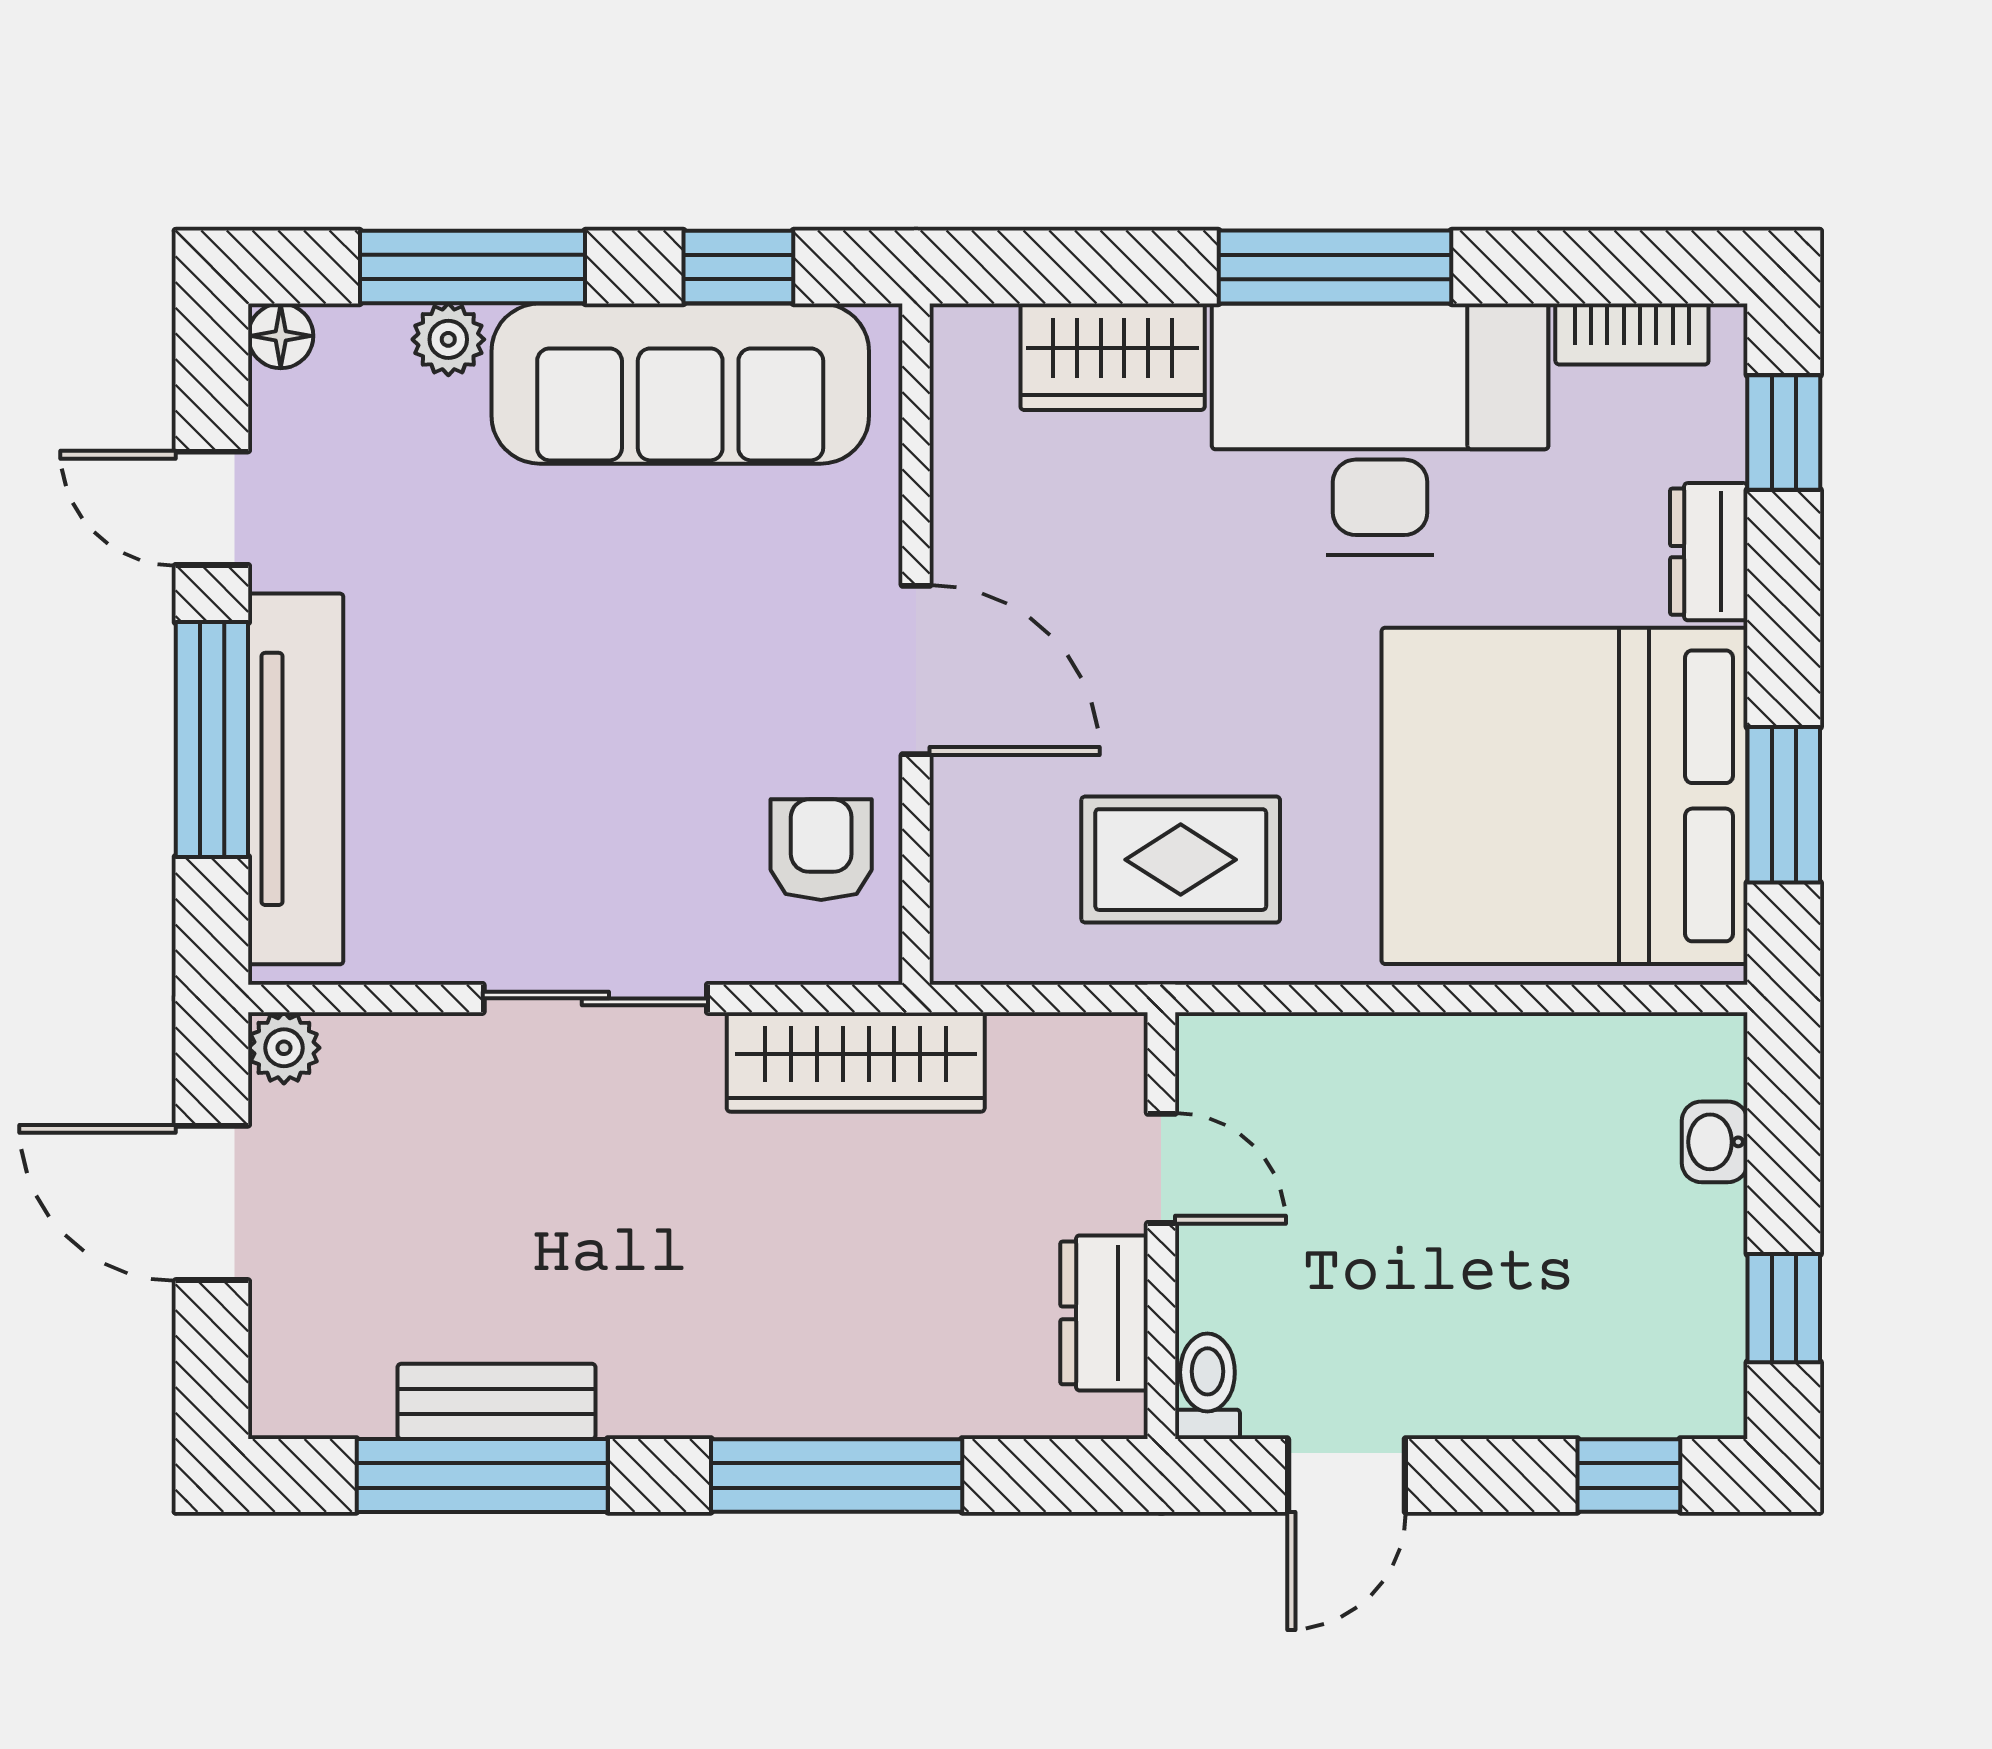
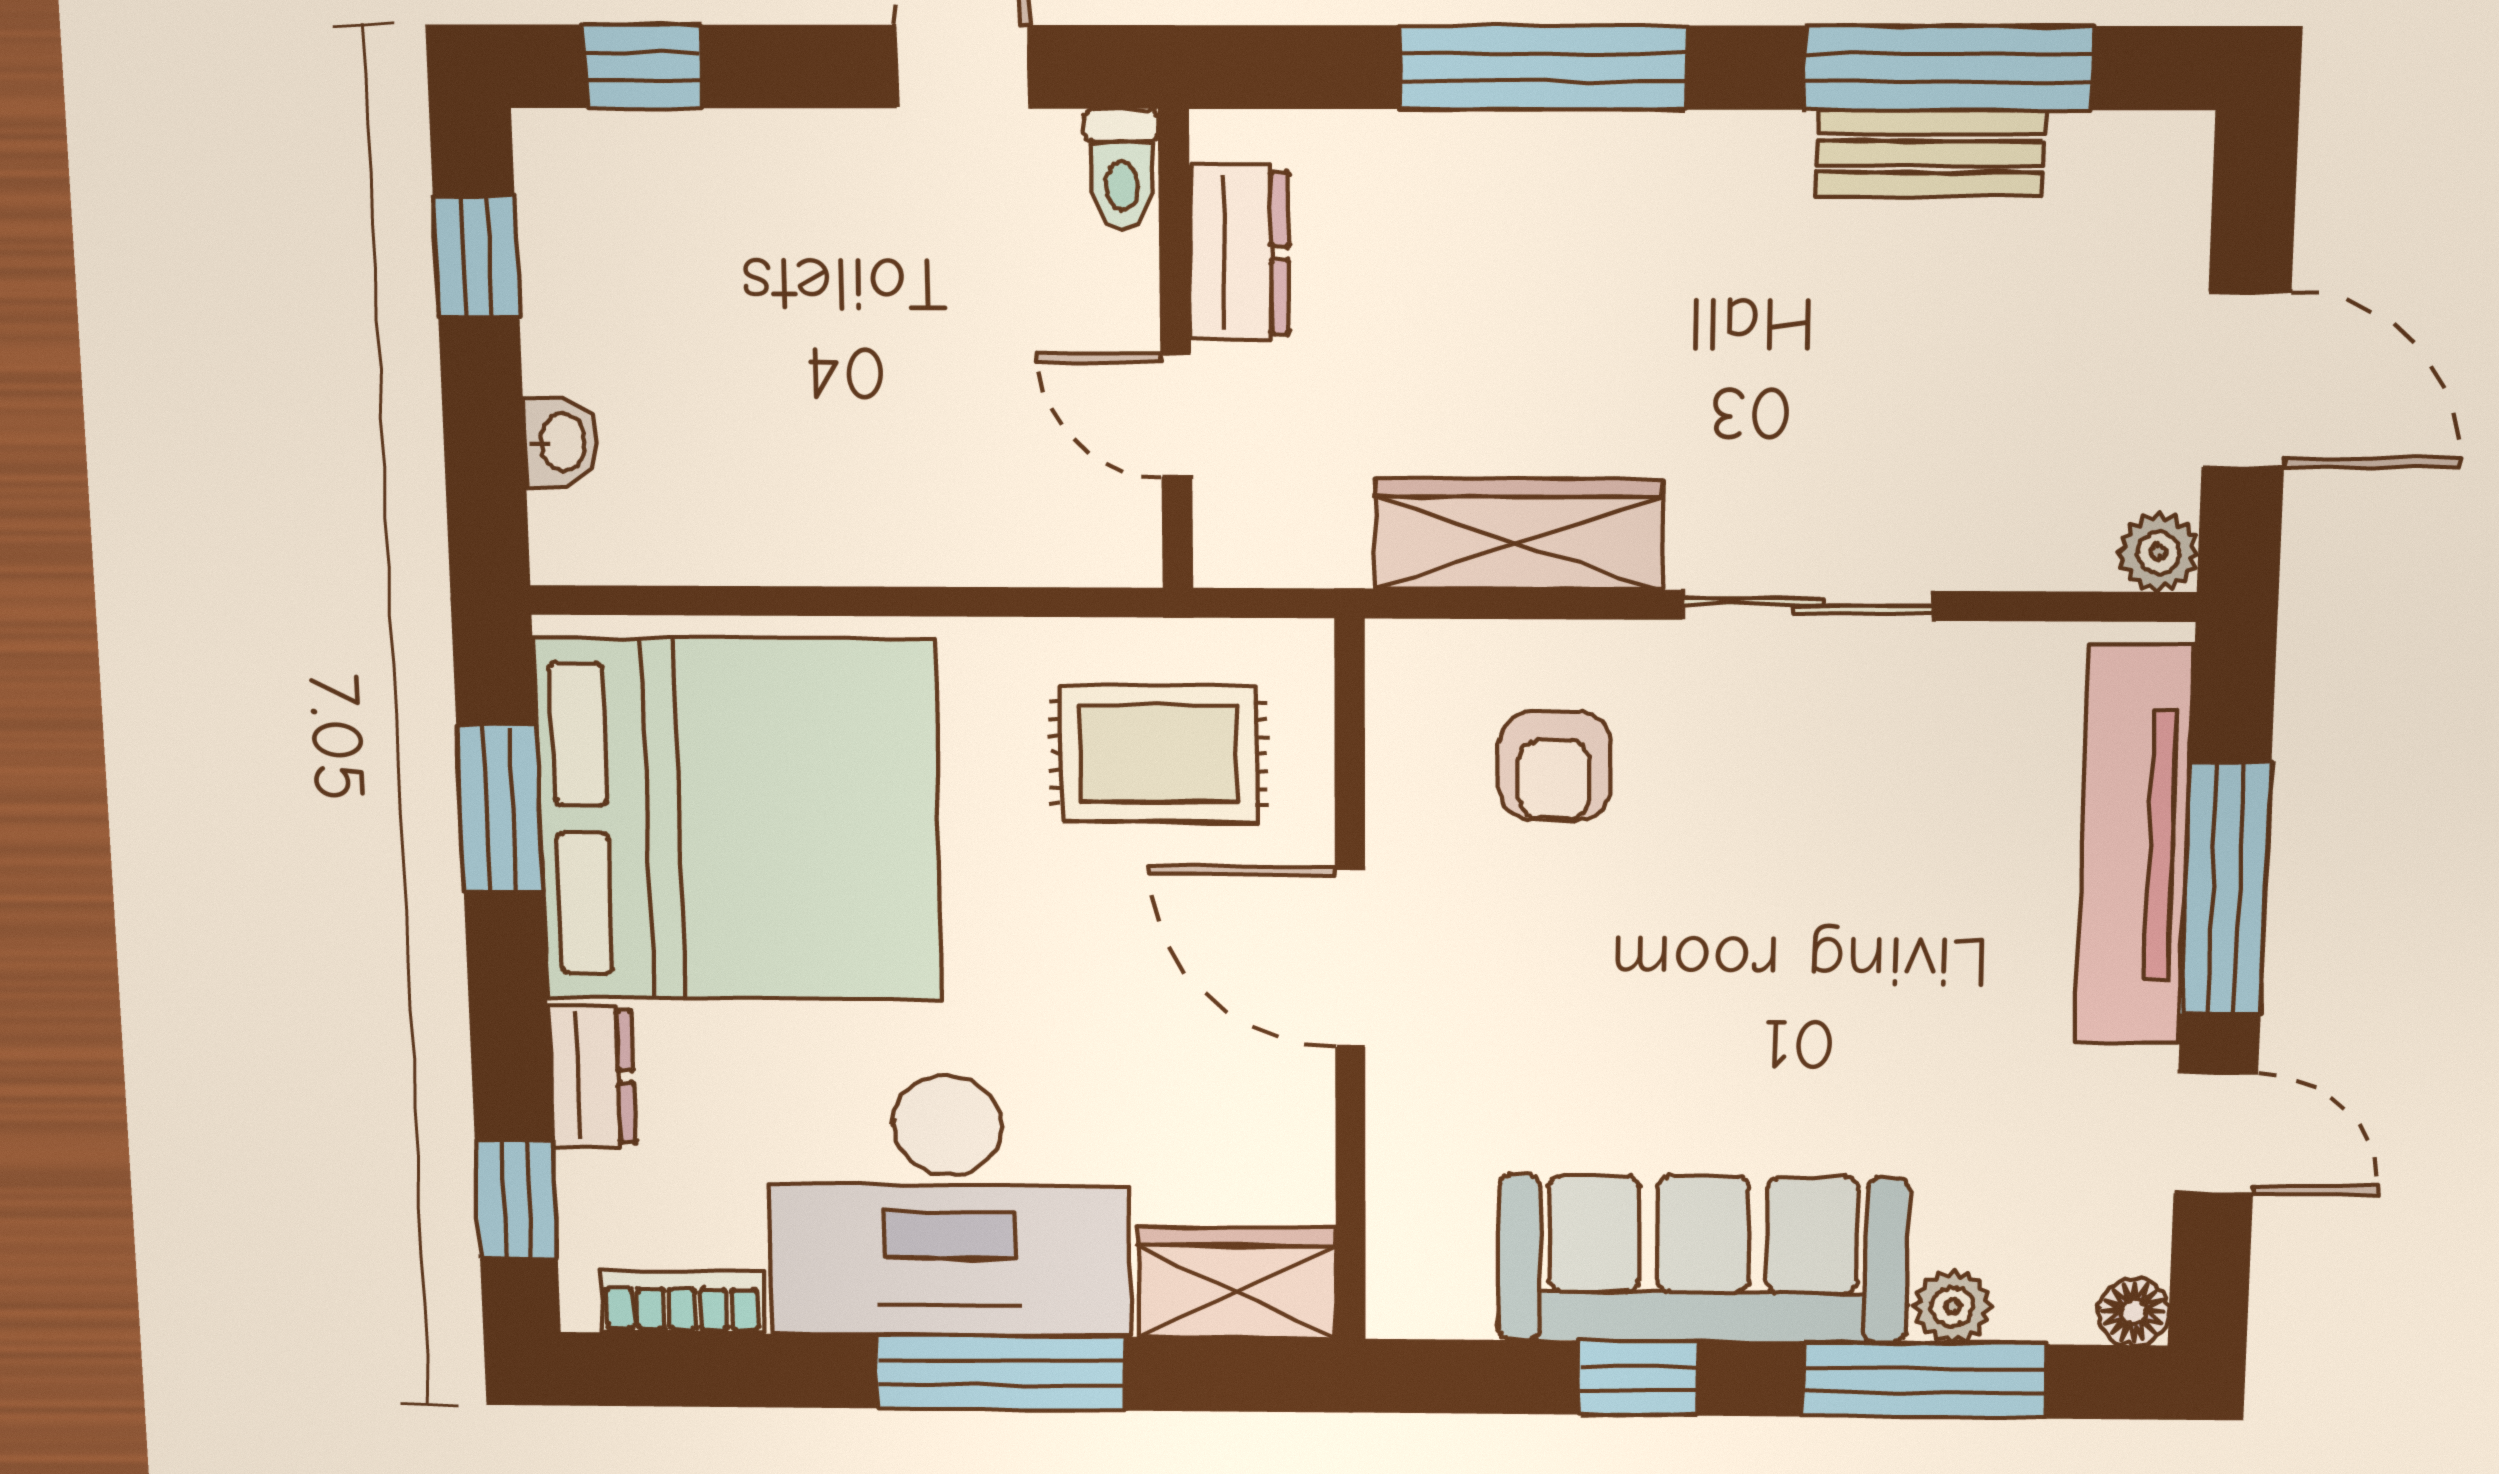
wall: (916, 644) -> (1350, 985), moved
door: (916, 670) -> (1350, 957), moved

